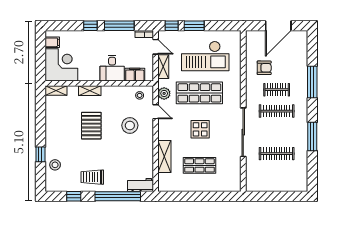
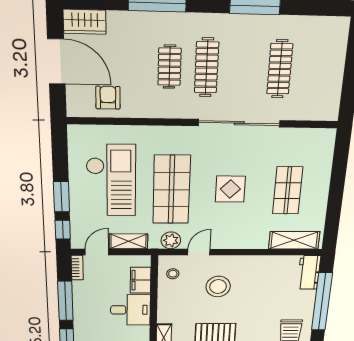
wardrobe: (301, 42) -> (85, 22), added
armchair: (264, 68) -> (108, 98), moved
shelving: (164, 156) -> (294, 240), moved

